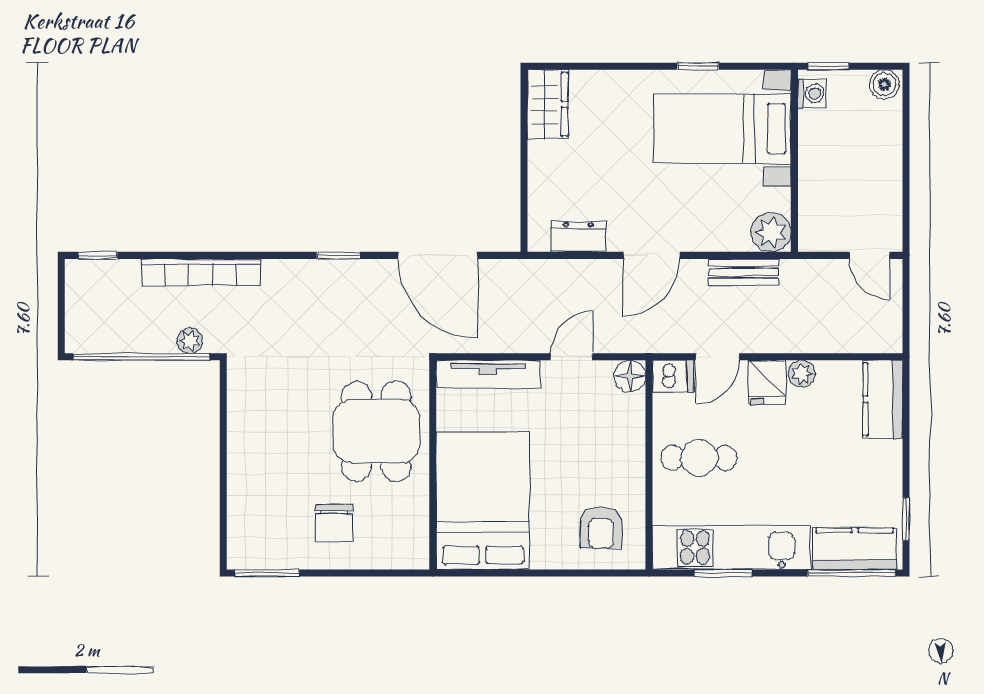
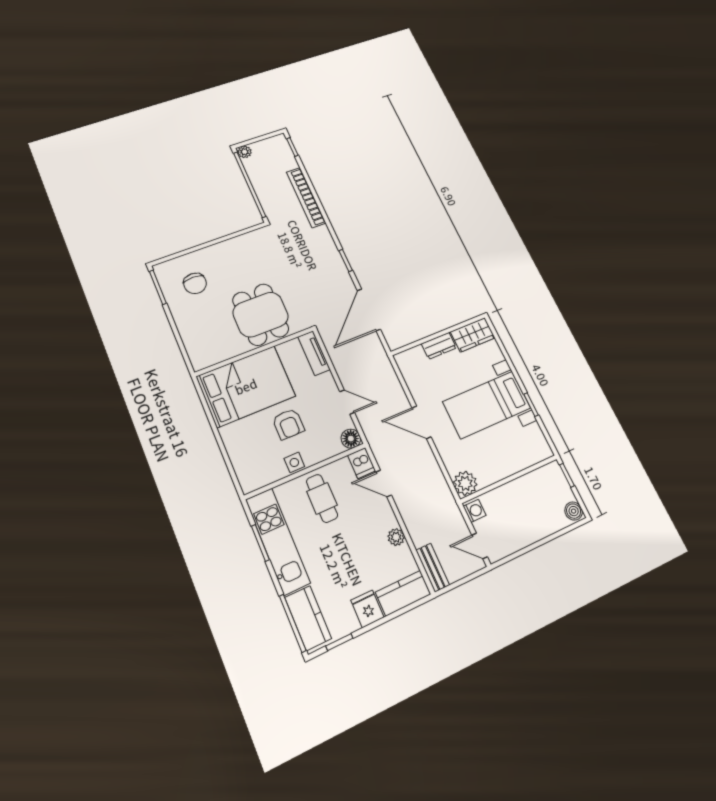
washing machine: (812, 93) -> (475, 511), moved, turned -90
bed with nightstands: (722, 129) -> (487, 405), moved, turned -90
dresser: (578, 237) -> (439, 346), moved, turned 90
door: (869, 255) -> (480, 546), hinge flipped
bench: (744, 272) -> (433, 568), moved
plant: (190, 341) -> (244, 152), moved
tv unit: (488, 374) -> (314, 353), width x0.71
fridge: (767, 382) -> (367, 609), moved, turned 90
dining table: (376, 431) -> (261, 315), turned 90
side table: (629, 476) -> (294, 462), added
chair: (334, 523) -> (195, 283), moved, turned -90
armchair: (601, 528) -> (288, 424), moved, turned -90

